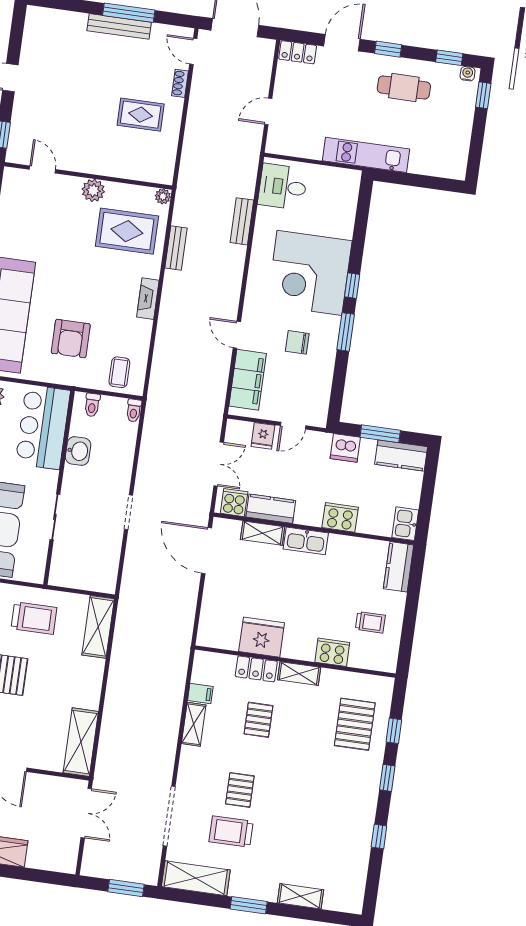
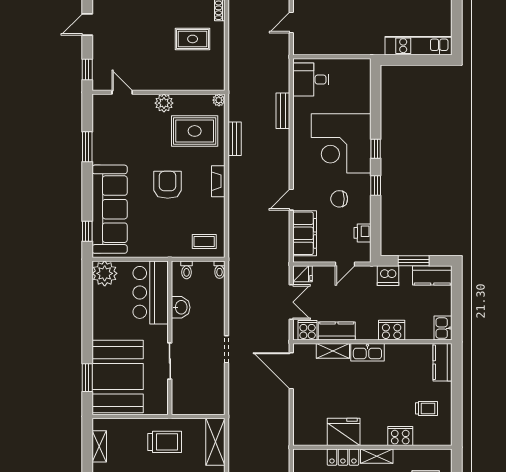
kitchen unit: (366, 155) -> (419, 46), moved
window: (346, 332) -> (376, 186), width x0.67
door: (237, 335) -> (291, 200), hinge flipped
armchair: (71, 339) -> (168, 185), moved, turned 180
coffee table: (119, 372) -> (204, 242), turned 90
printer: (321, 390) -> (362, 233), added
fridge: (263, 436) -> (303, 274), moved, turned -90

